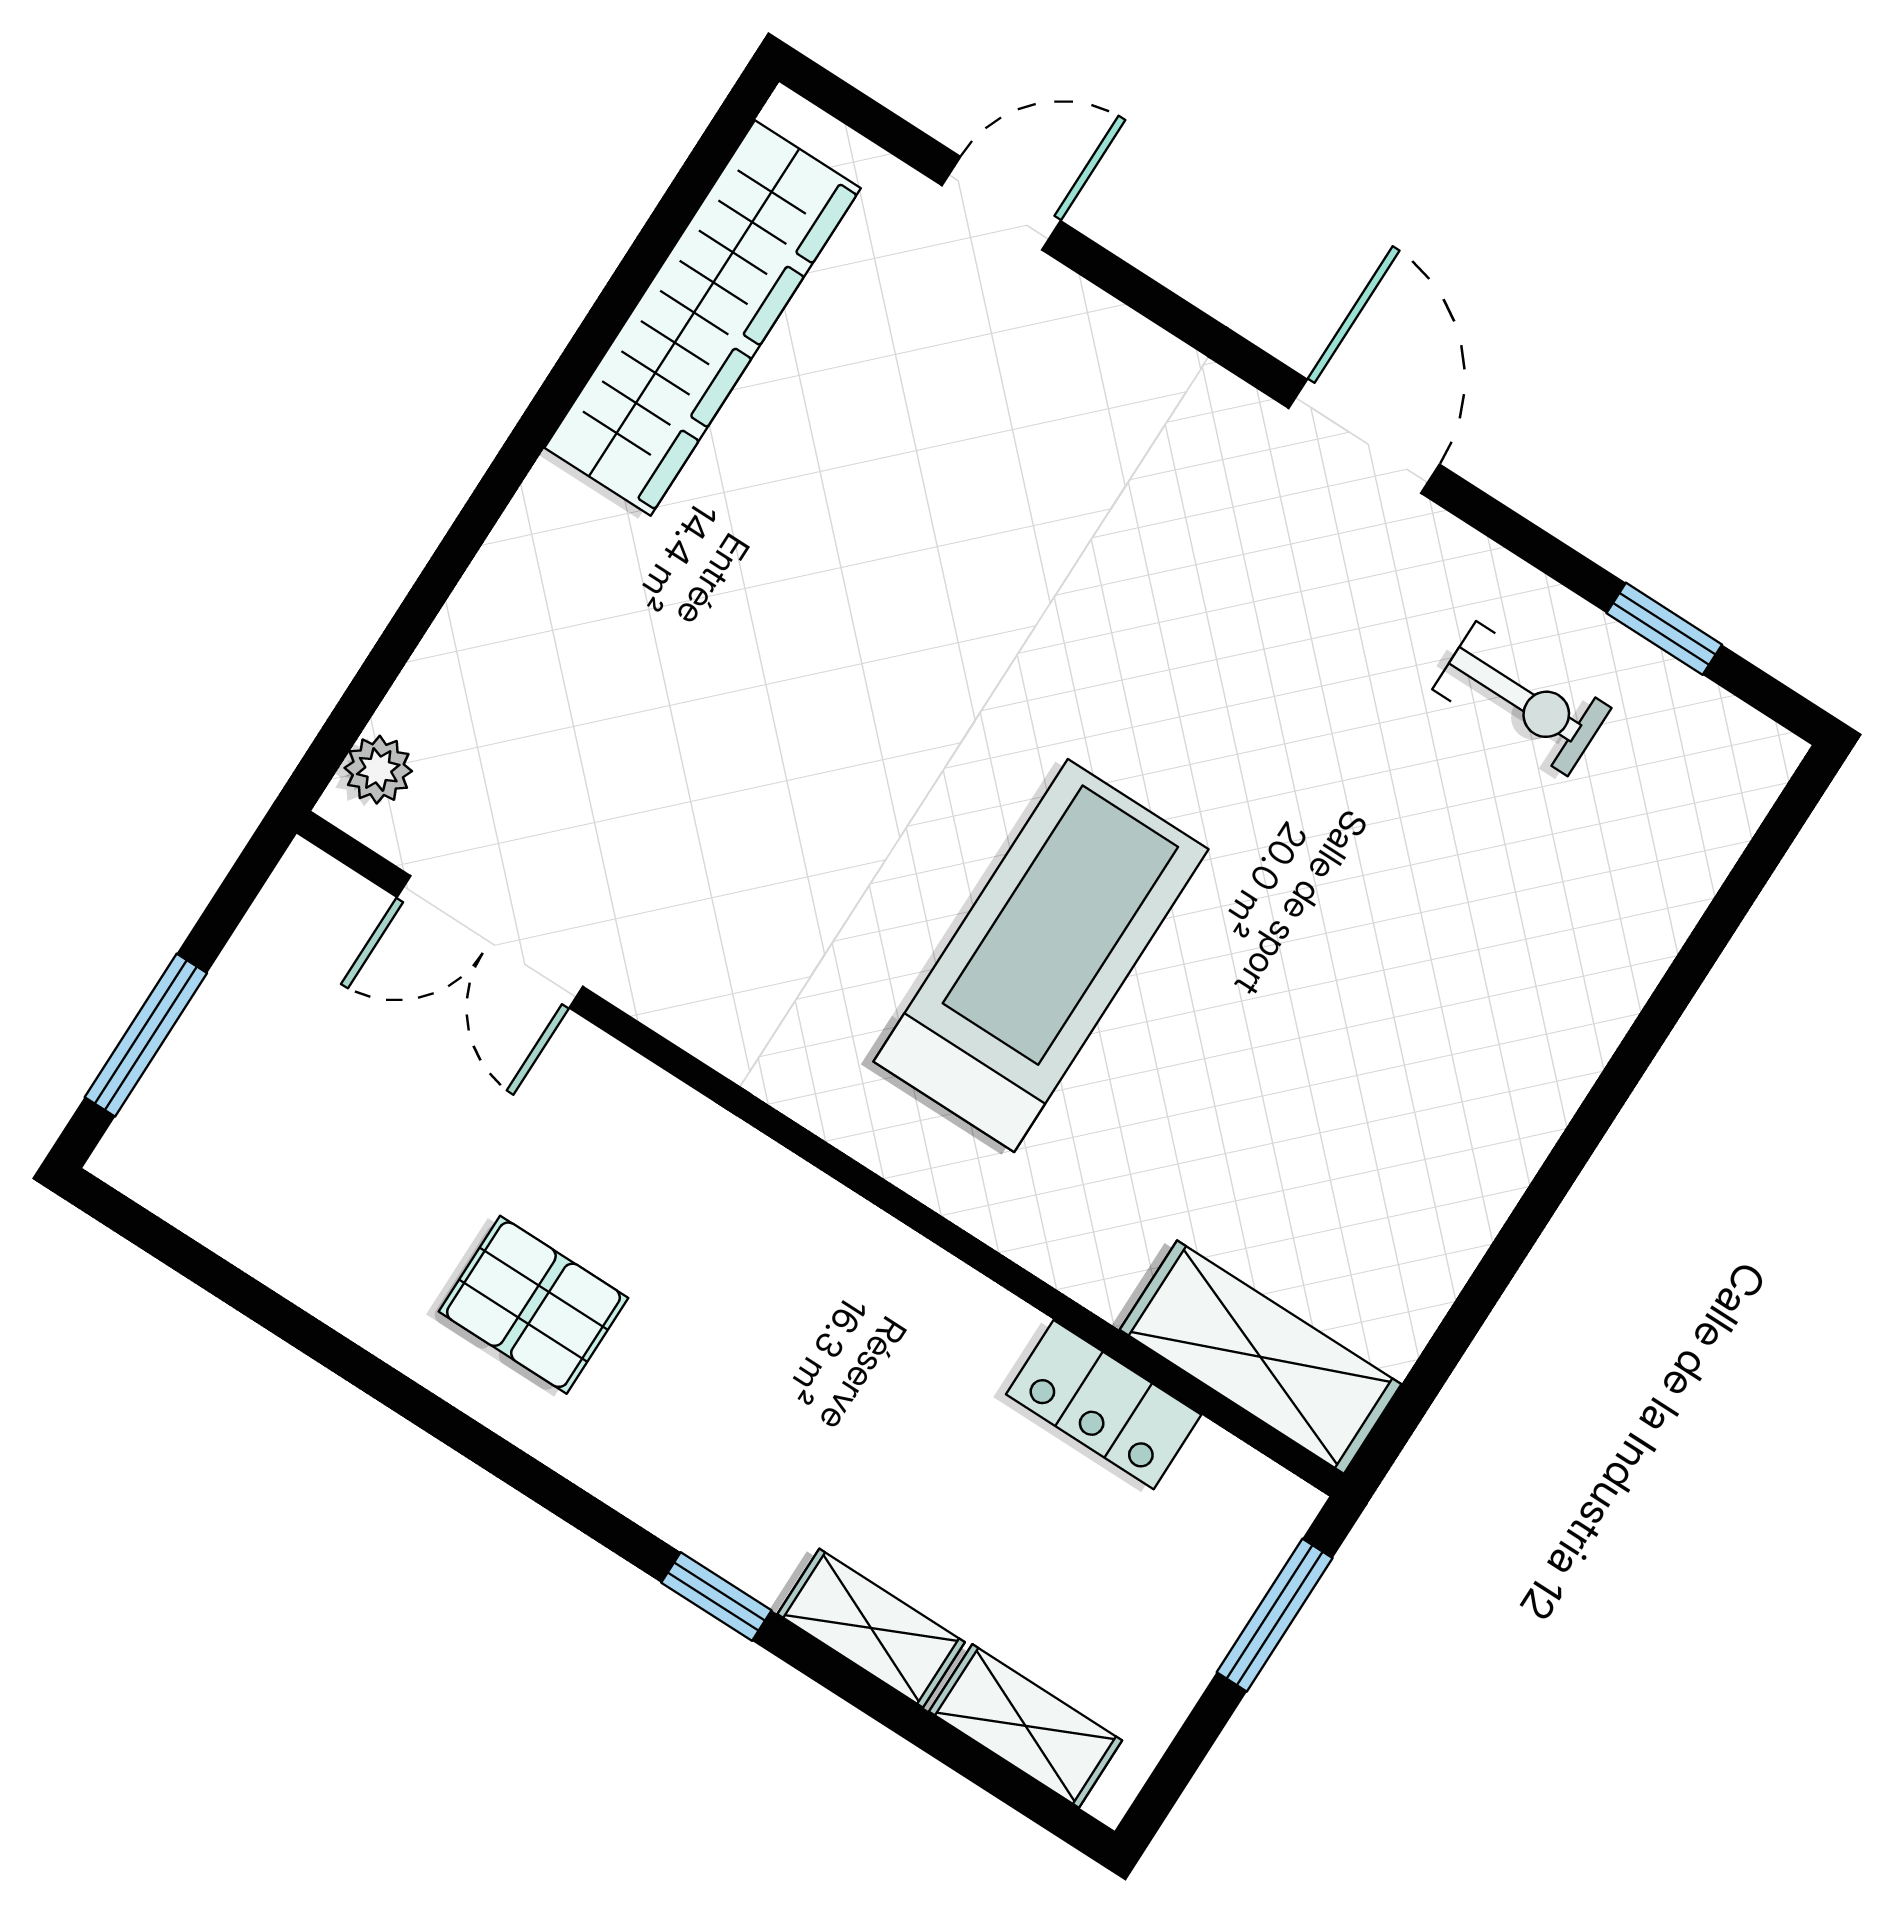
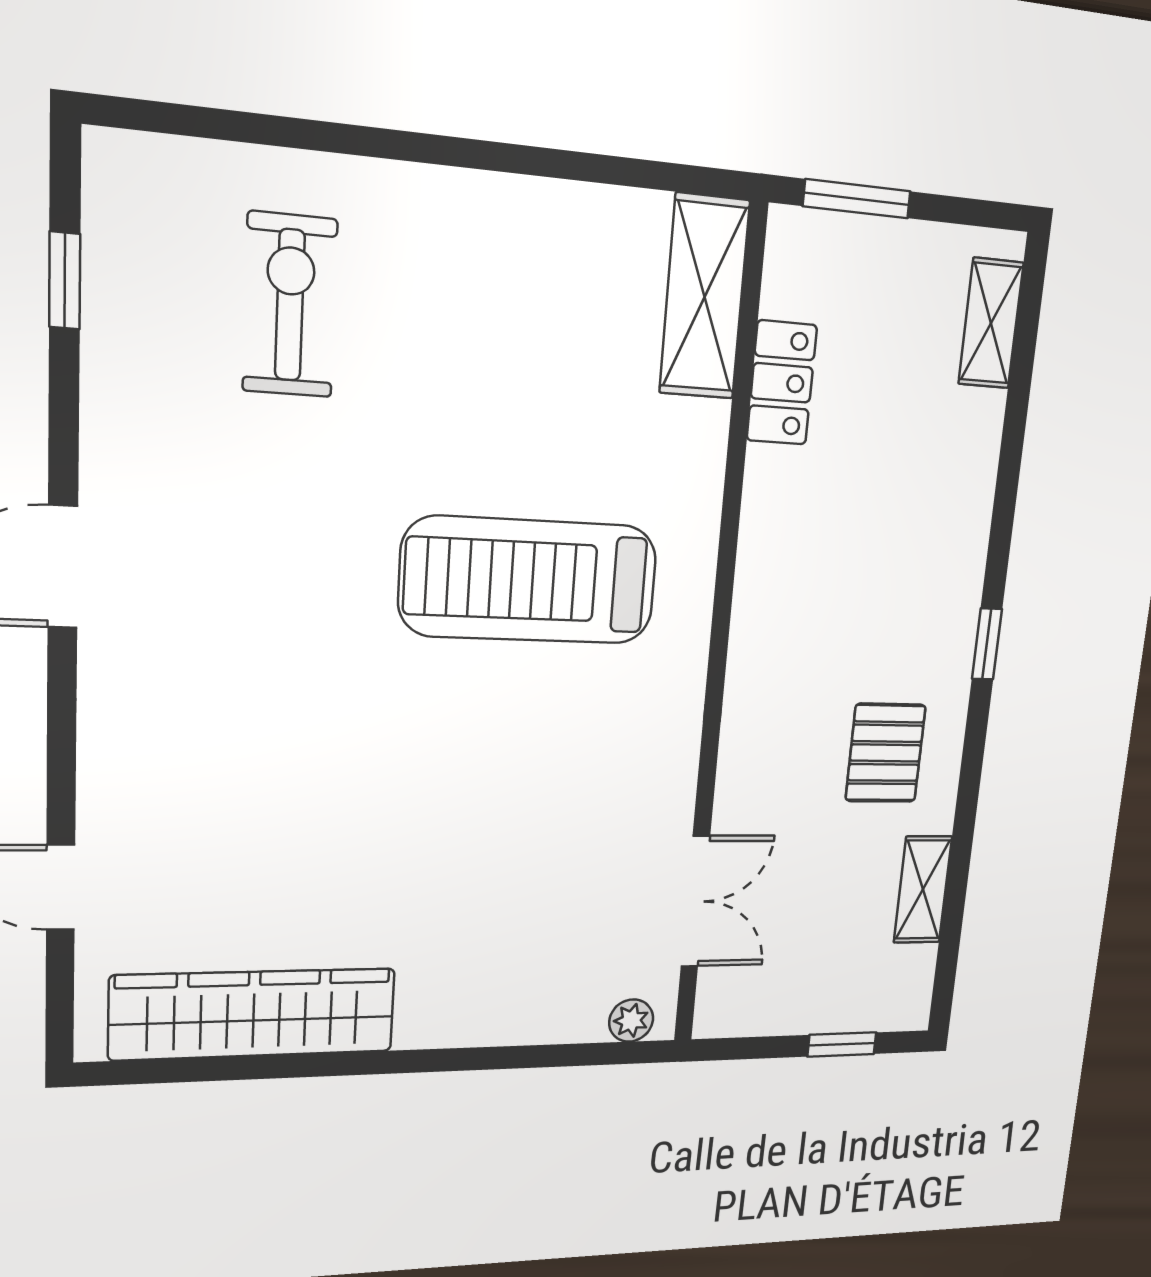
exercise bike: (1522, 699) -> (290, 305), moved, width x1.38, depth x1.39
window: (146, 1035) -> (842, 1044), width x0.67
window: (716, 1596) -> (987, 644), moved
shelving: (871, 1628) -> (923, 890), moved

